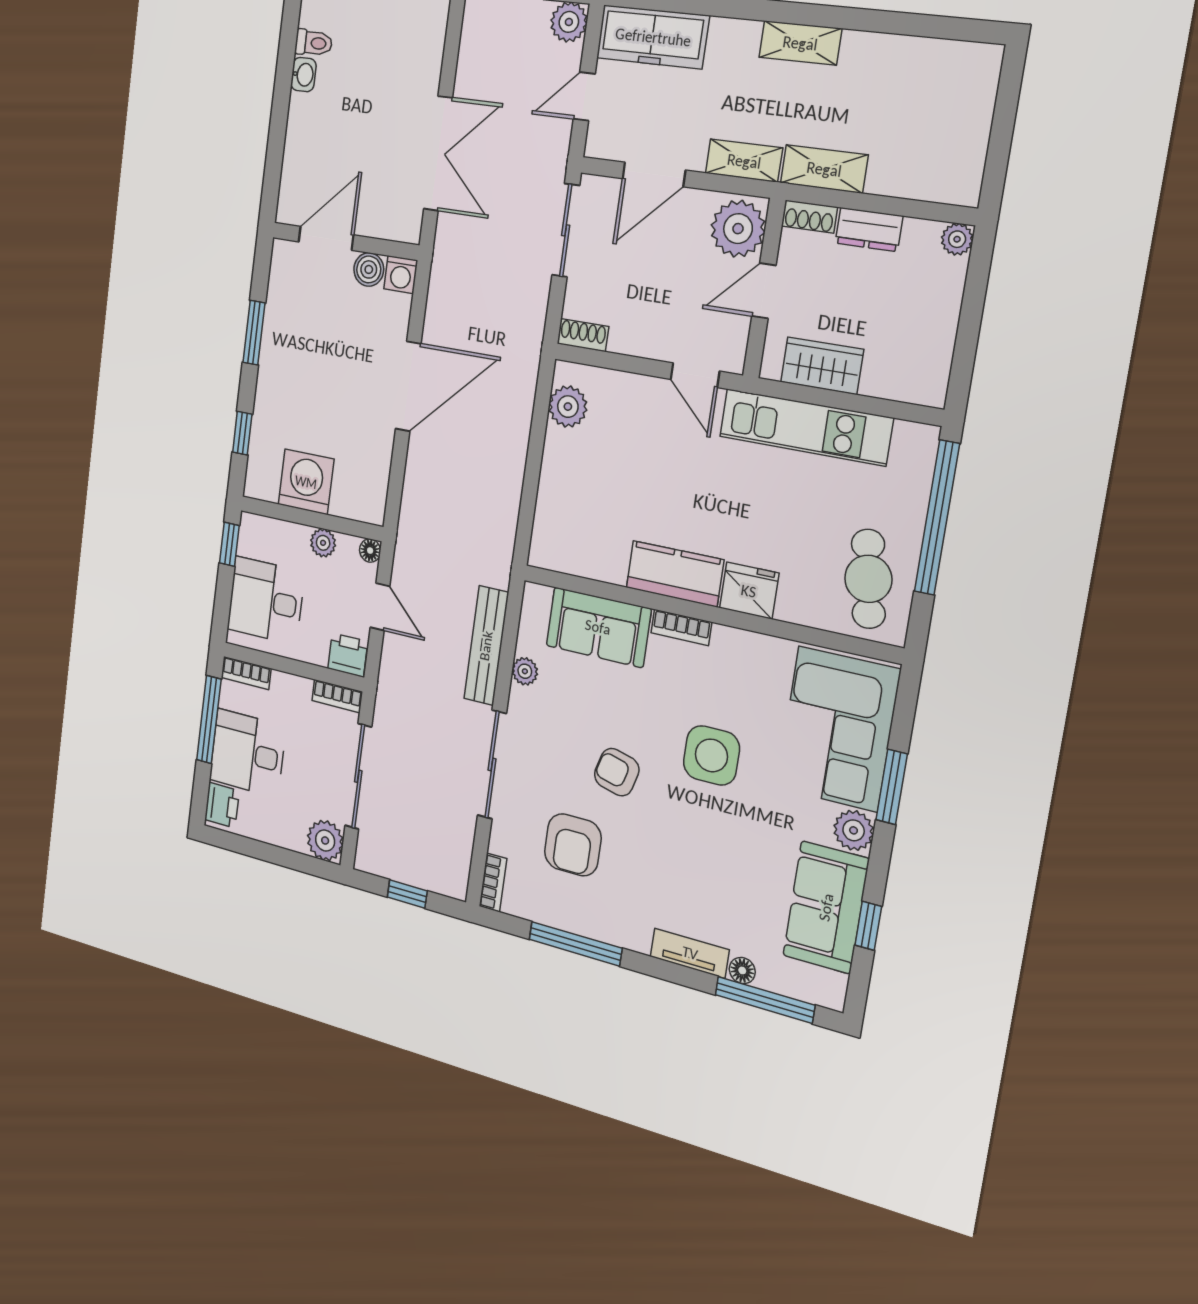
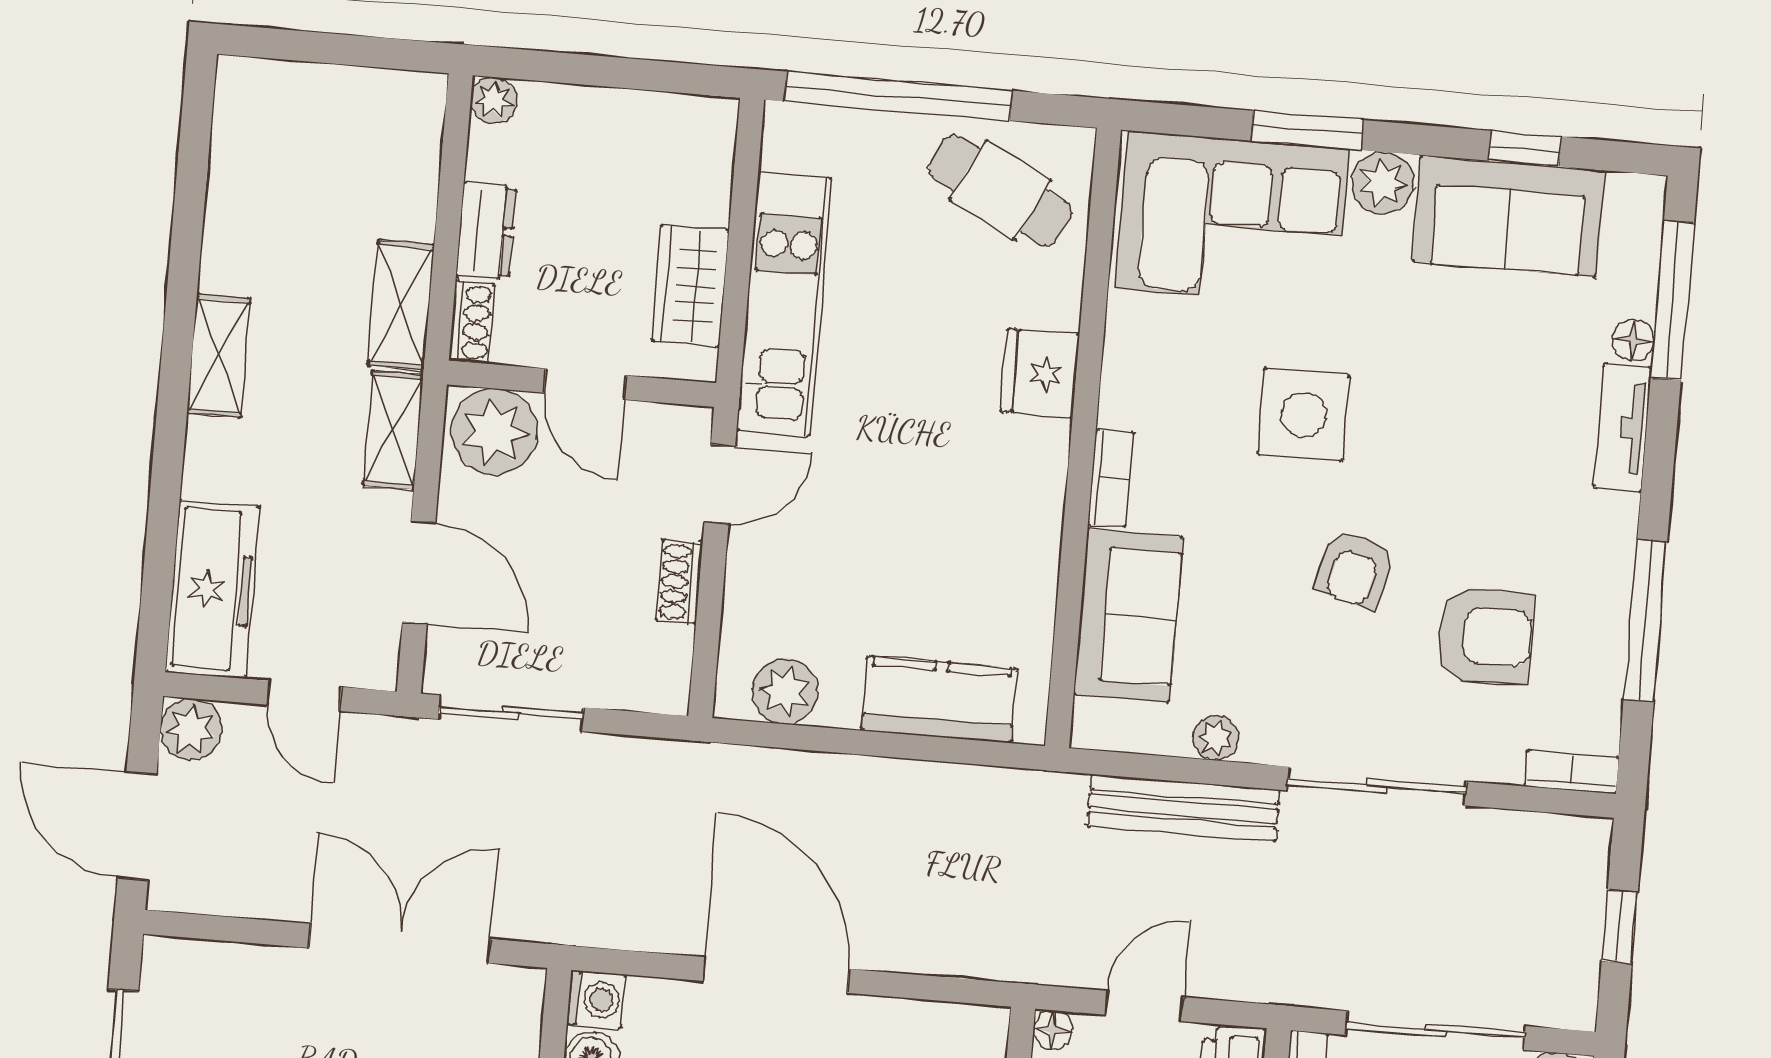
shoe rack: (583, 335) -> (679, 582), moved
kitchen counter: (675, 574) -> (939, 699), moved, turned 90
cafe table: (868, 579) -> (1000, 190), turned 37

